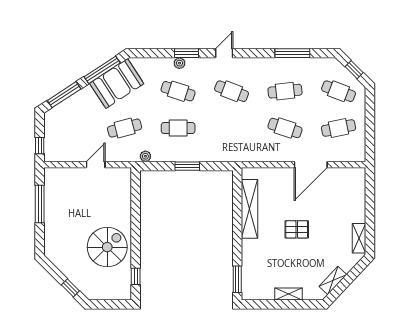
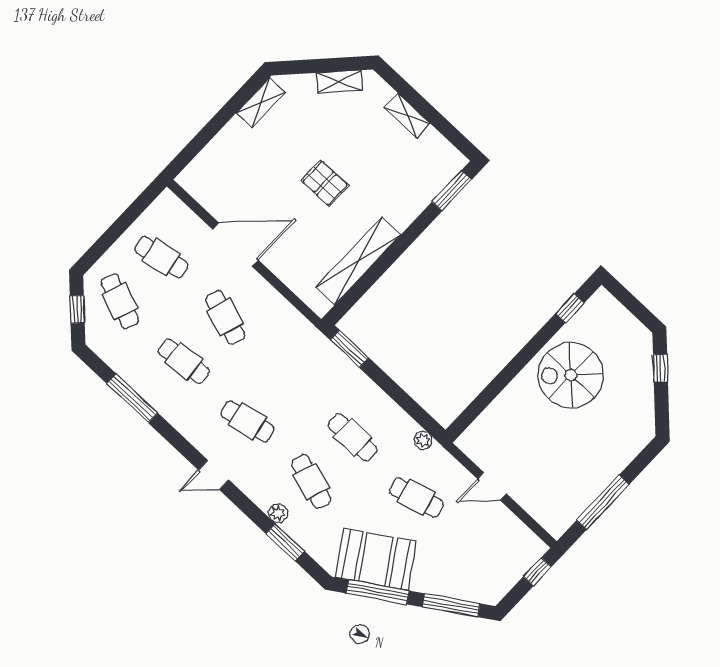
window: (186, 53) -> (285, 542), moved
cafe table: (232, 91) -> (247, 421), turned -33
window: (187, 166) -> (349, 349), moved

